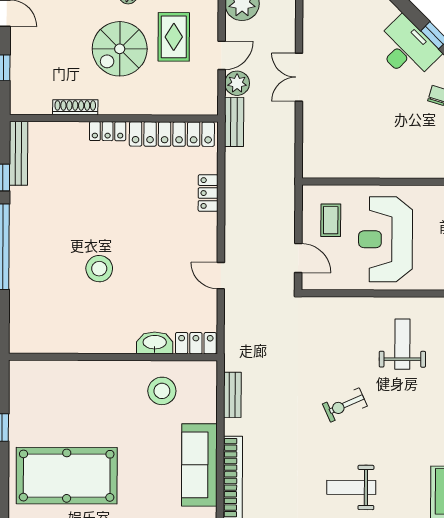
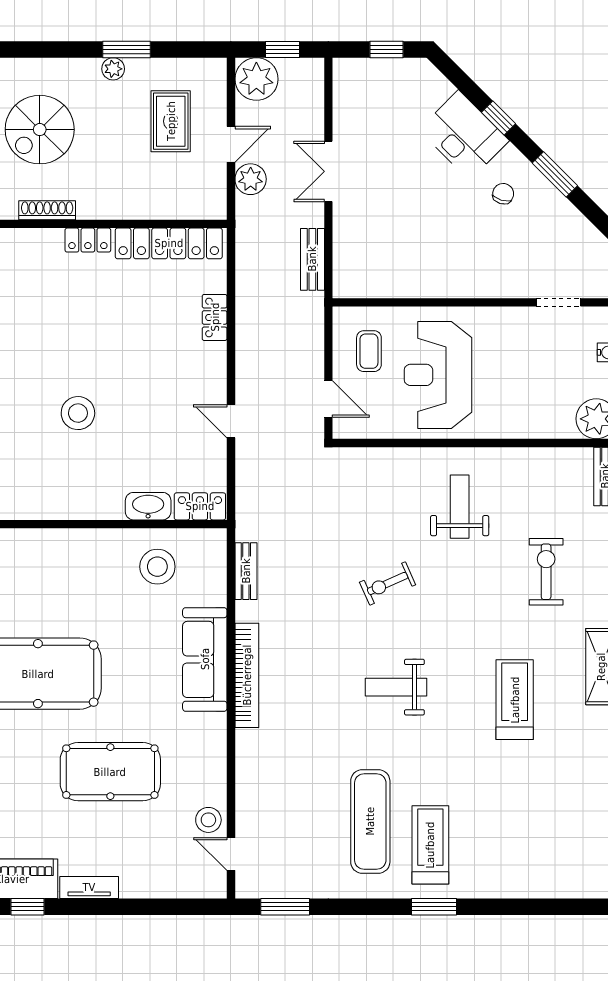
spiral stairs: (120, 49) -> (40, 130), moved
bench: (234, 122) -> (312, 259), moved

